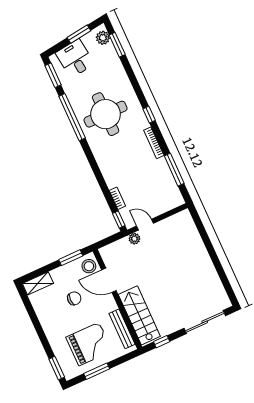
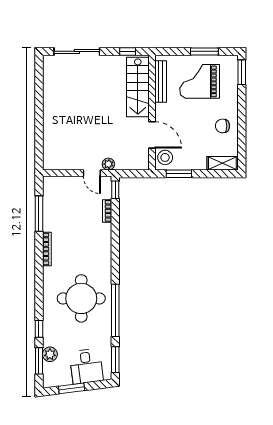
plant: (103, 38) -> (50, 354), moved
window: (149, 115) -> (39, 329), moved
chair: (74, 298) -> (222, 126), moved

